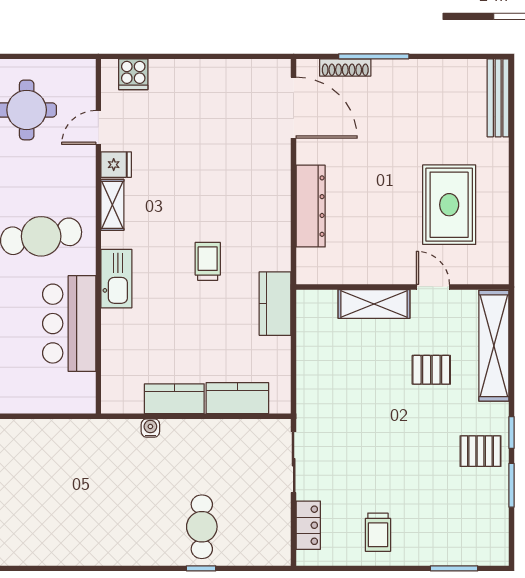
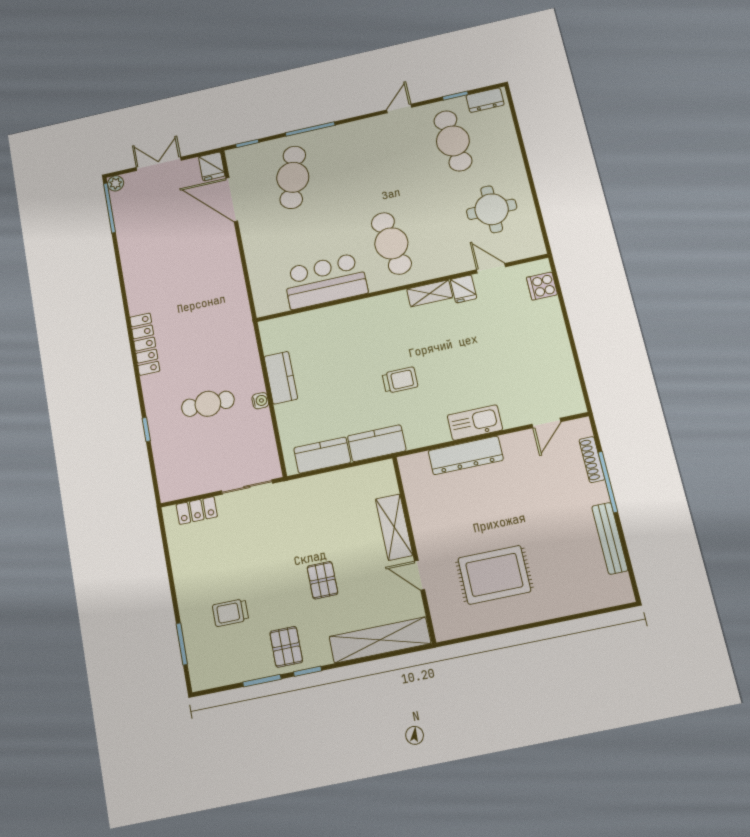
bench: (498, 98) -> (610, 538), moved, turned 90
door: (294, 108) -> (546, 423), width x0.53
kitchen sink: (116, 279) -> (475, 423), moved, turned 180
door: (433, 287) -> (420, 575), swing flipped
pallet: (431, 370) -> (322, 580), moved
kitchen counter: (237, 398) -> (322, 455), moved, turned -90
water cooler: (150, 428) -> (260, 401), moved
cafe table: (202, 527) -> (208, 404), moved
trolley: (378, 532) -> (230, 613), moved
locker: (97, 553) -> (145, 344), added

